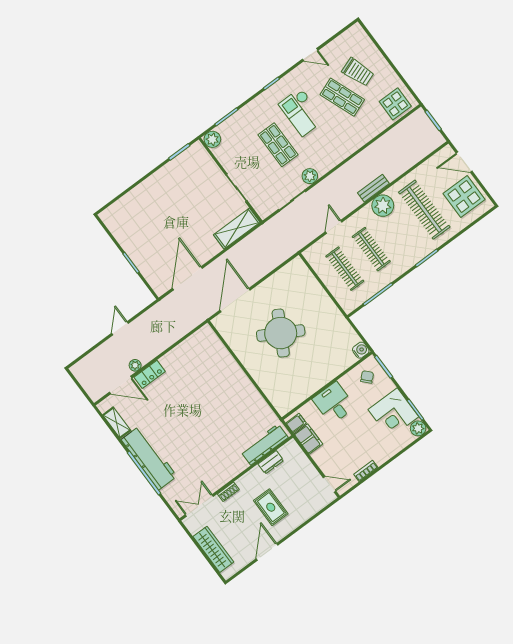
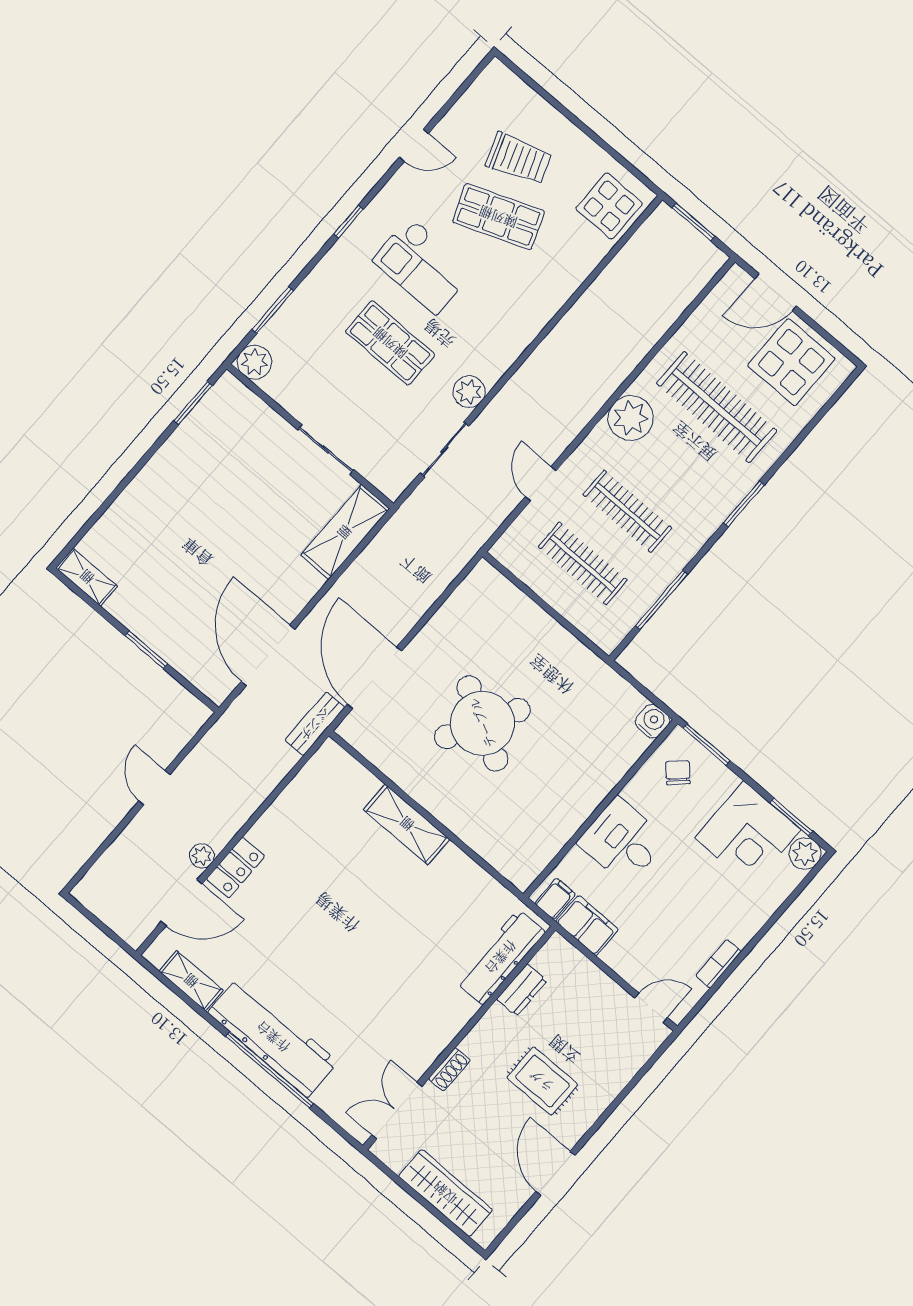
bench: (373, 188) -> (315, 724), moved
shelving: (111, 222) -> (87, 577), added
shelving: (234, 372) -> (407, 824), added

